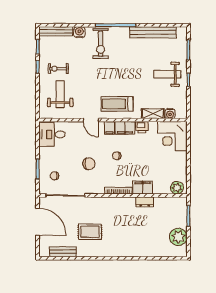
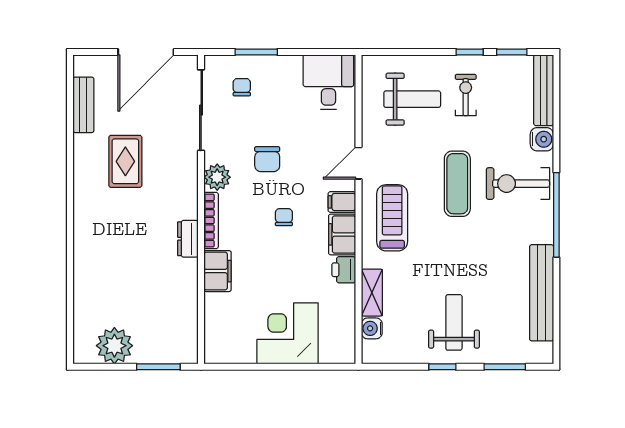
exercise mat: (101, 73) -> (457, 184), added
corner desk: (172, 136) -> (288, 333), moved
plant: (177, 188) -> (217, 177), moved
dresser: (145, 202) -> (188, 239), moved

